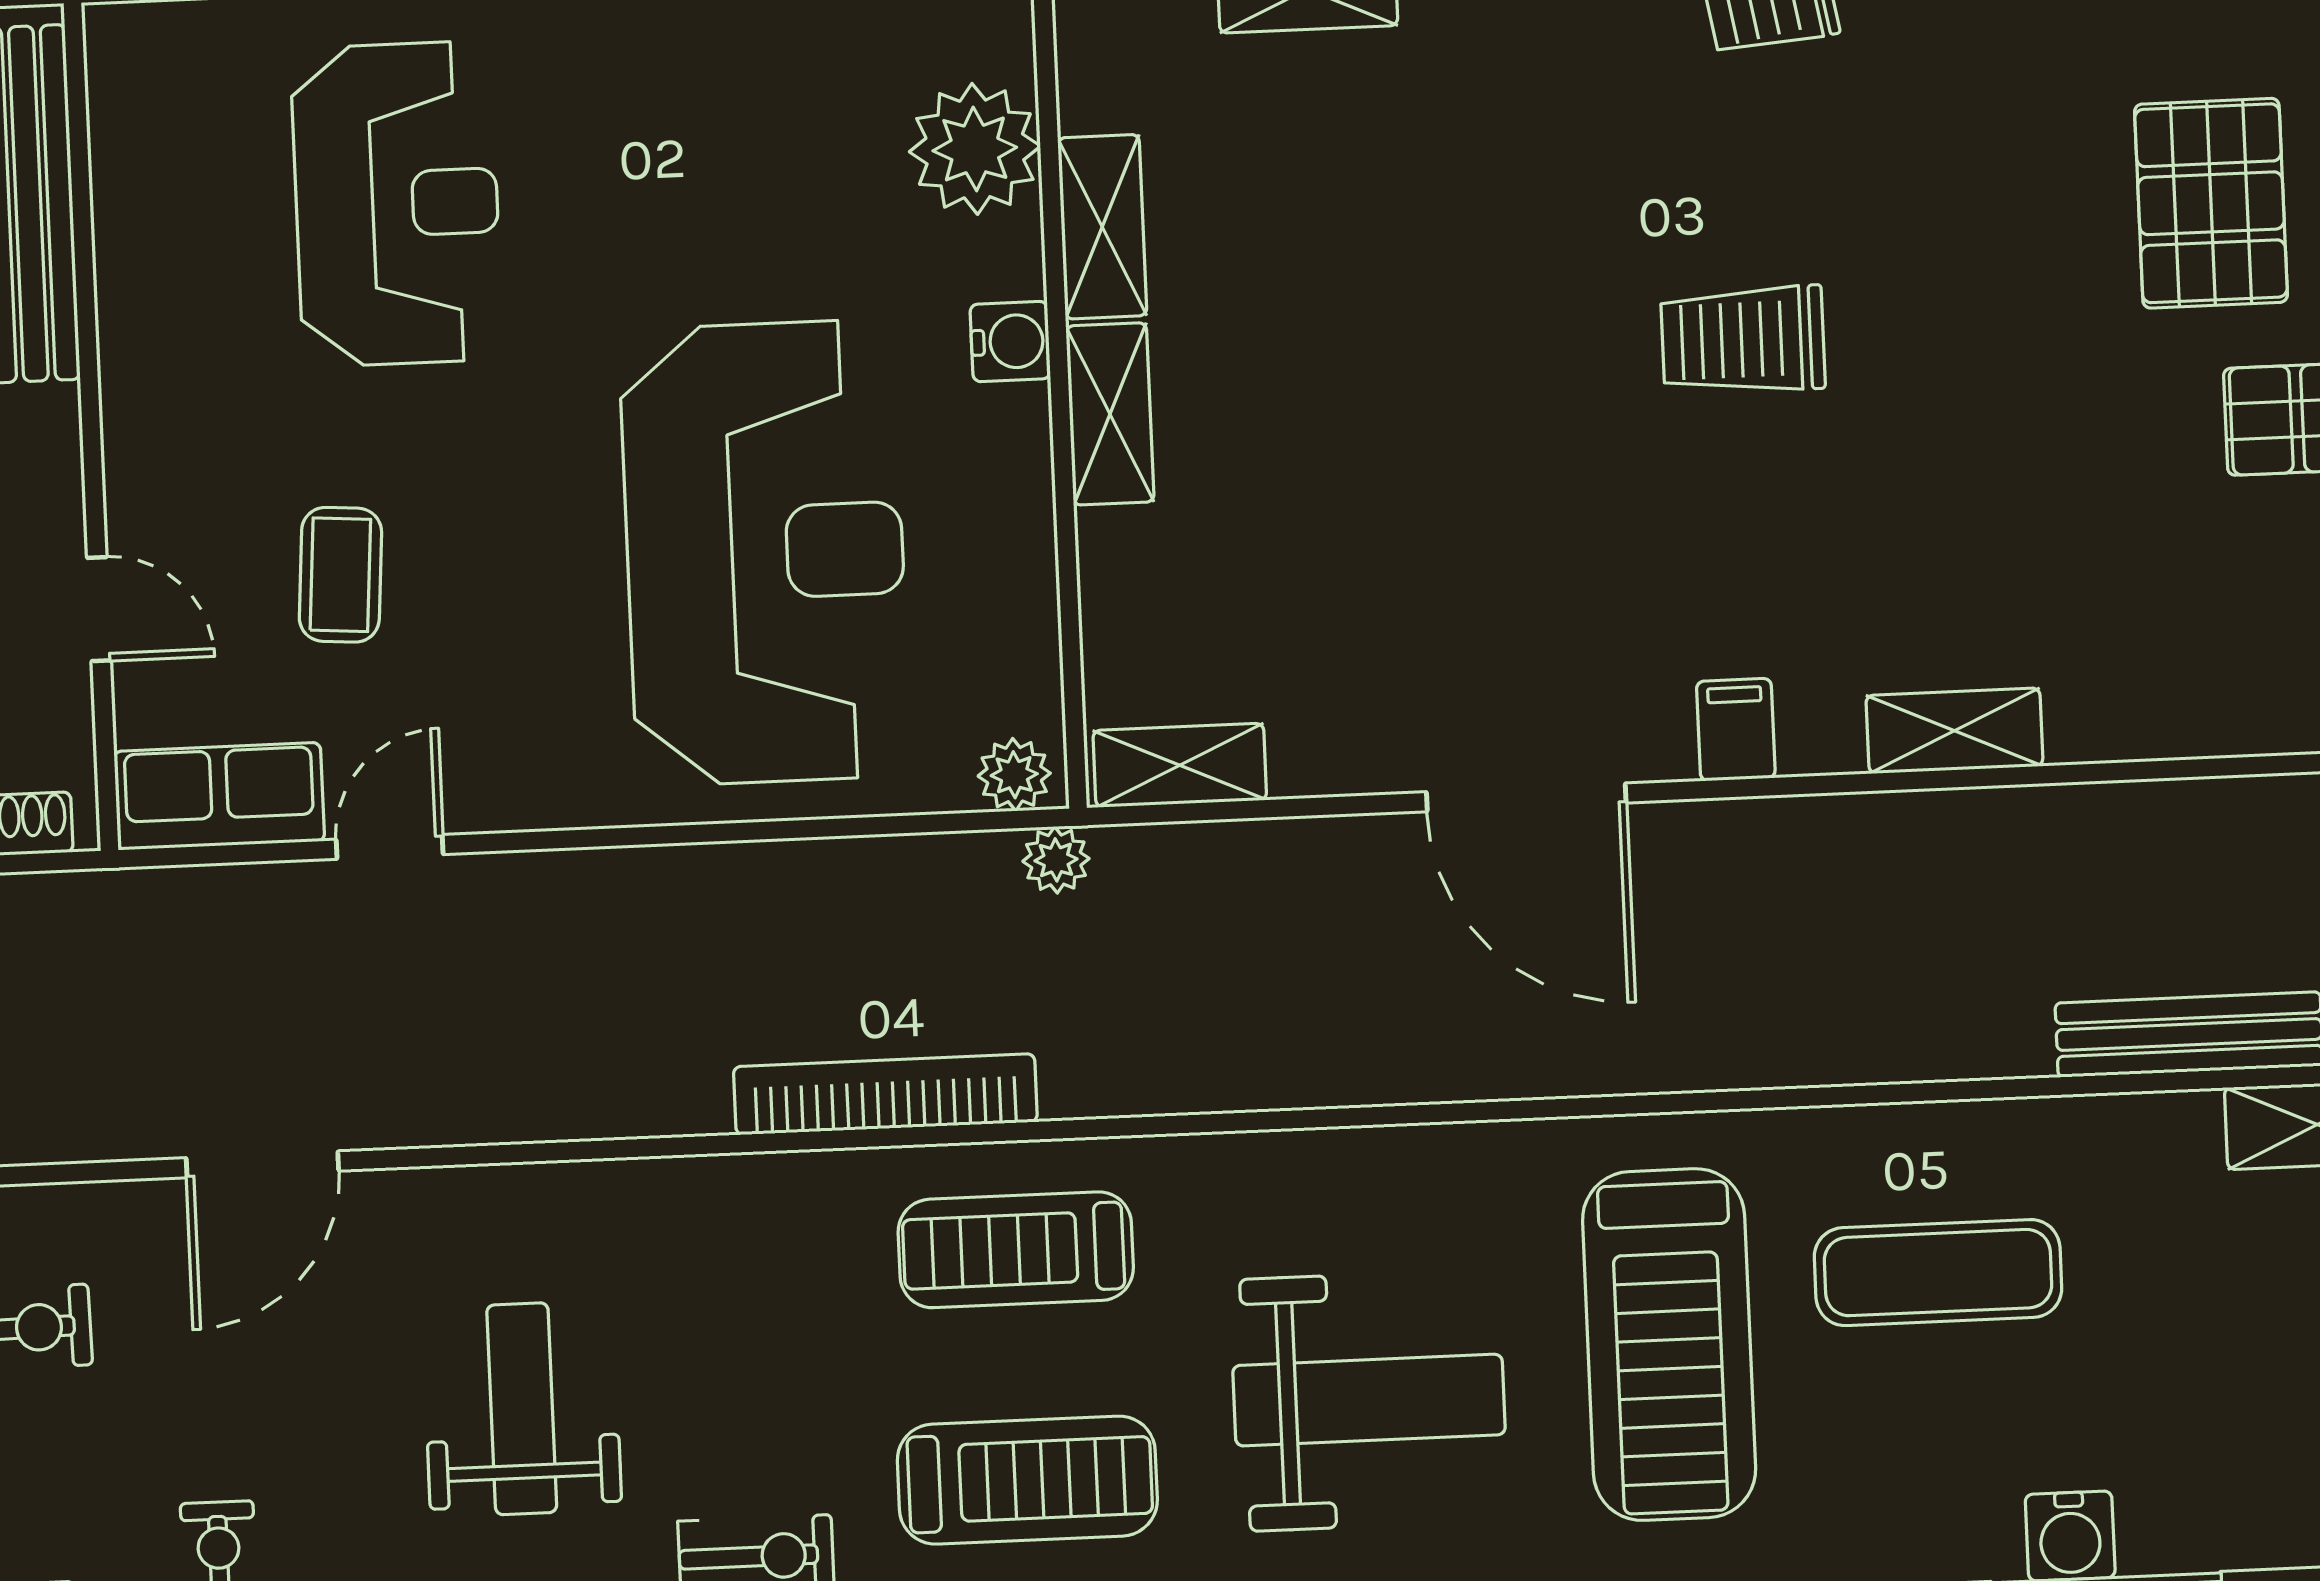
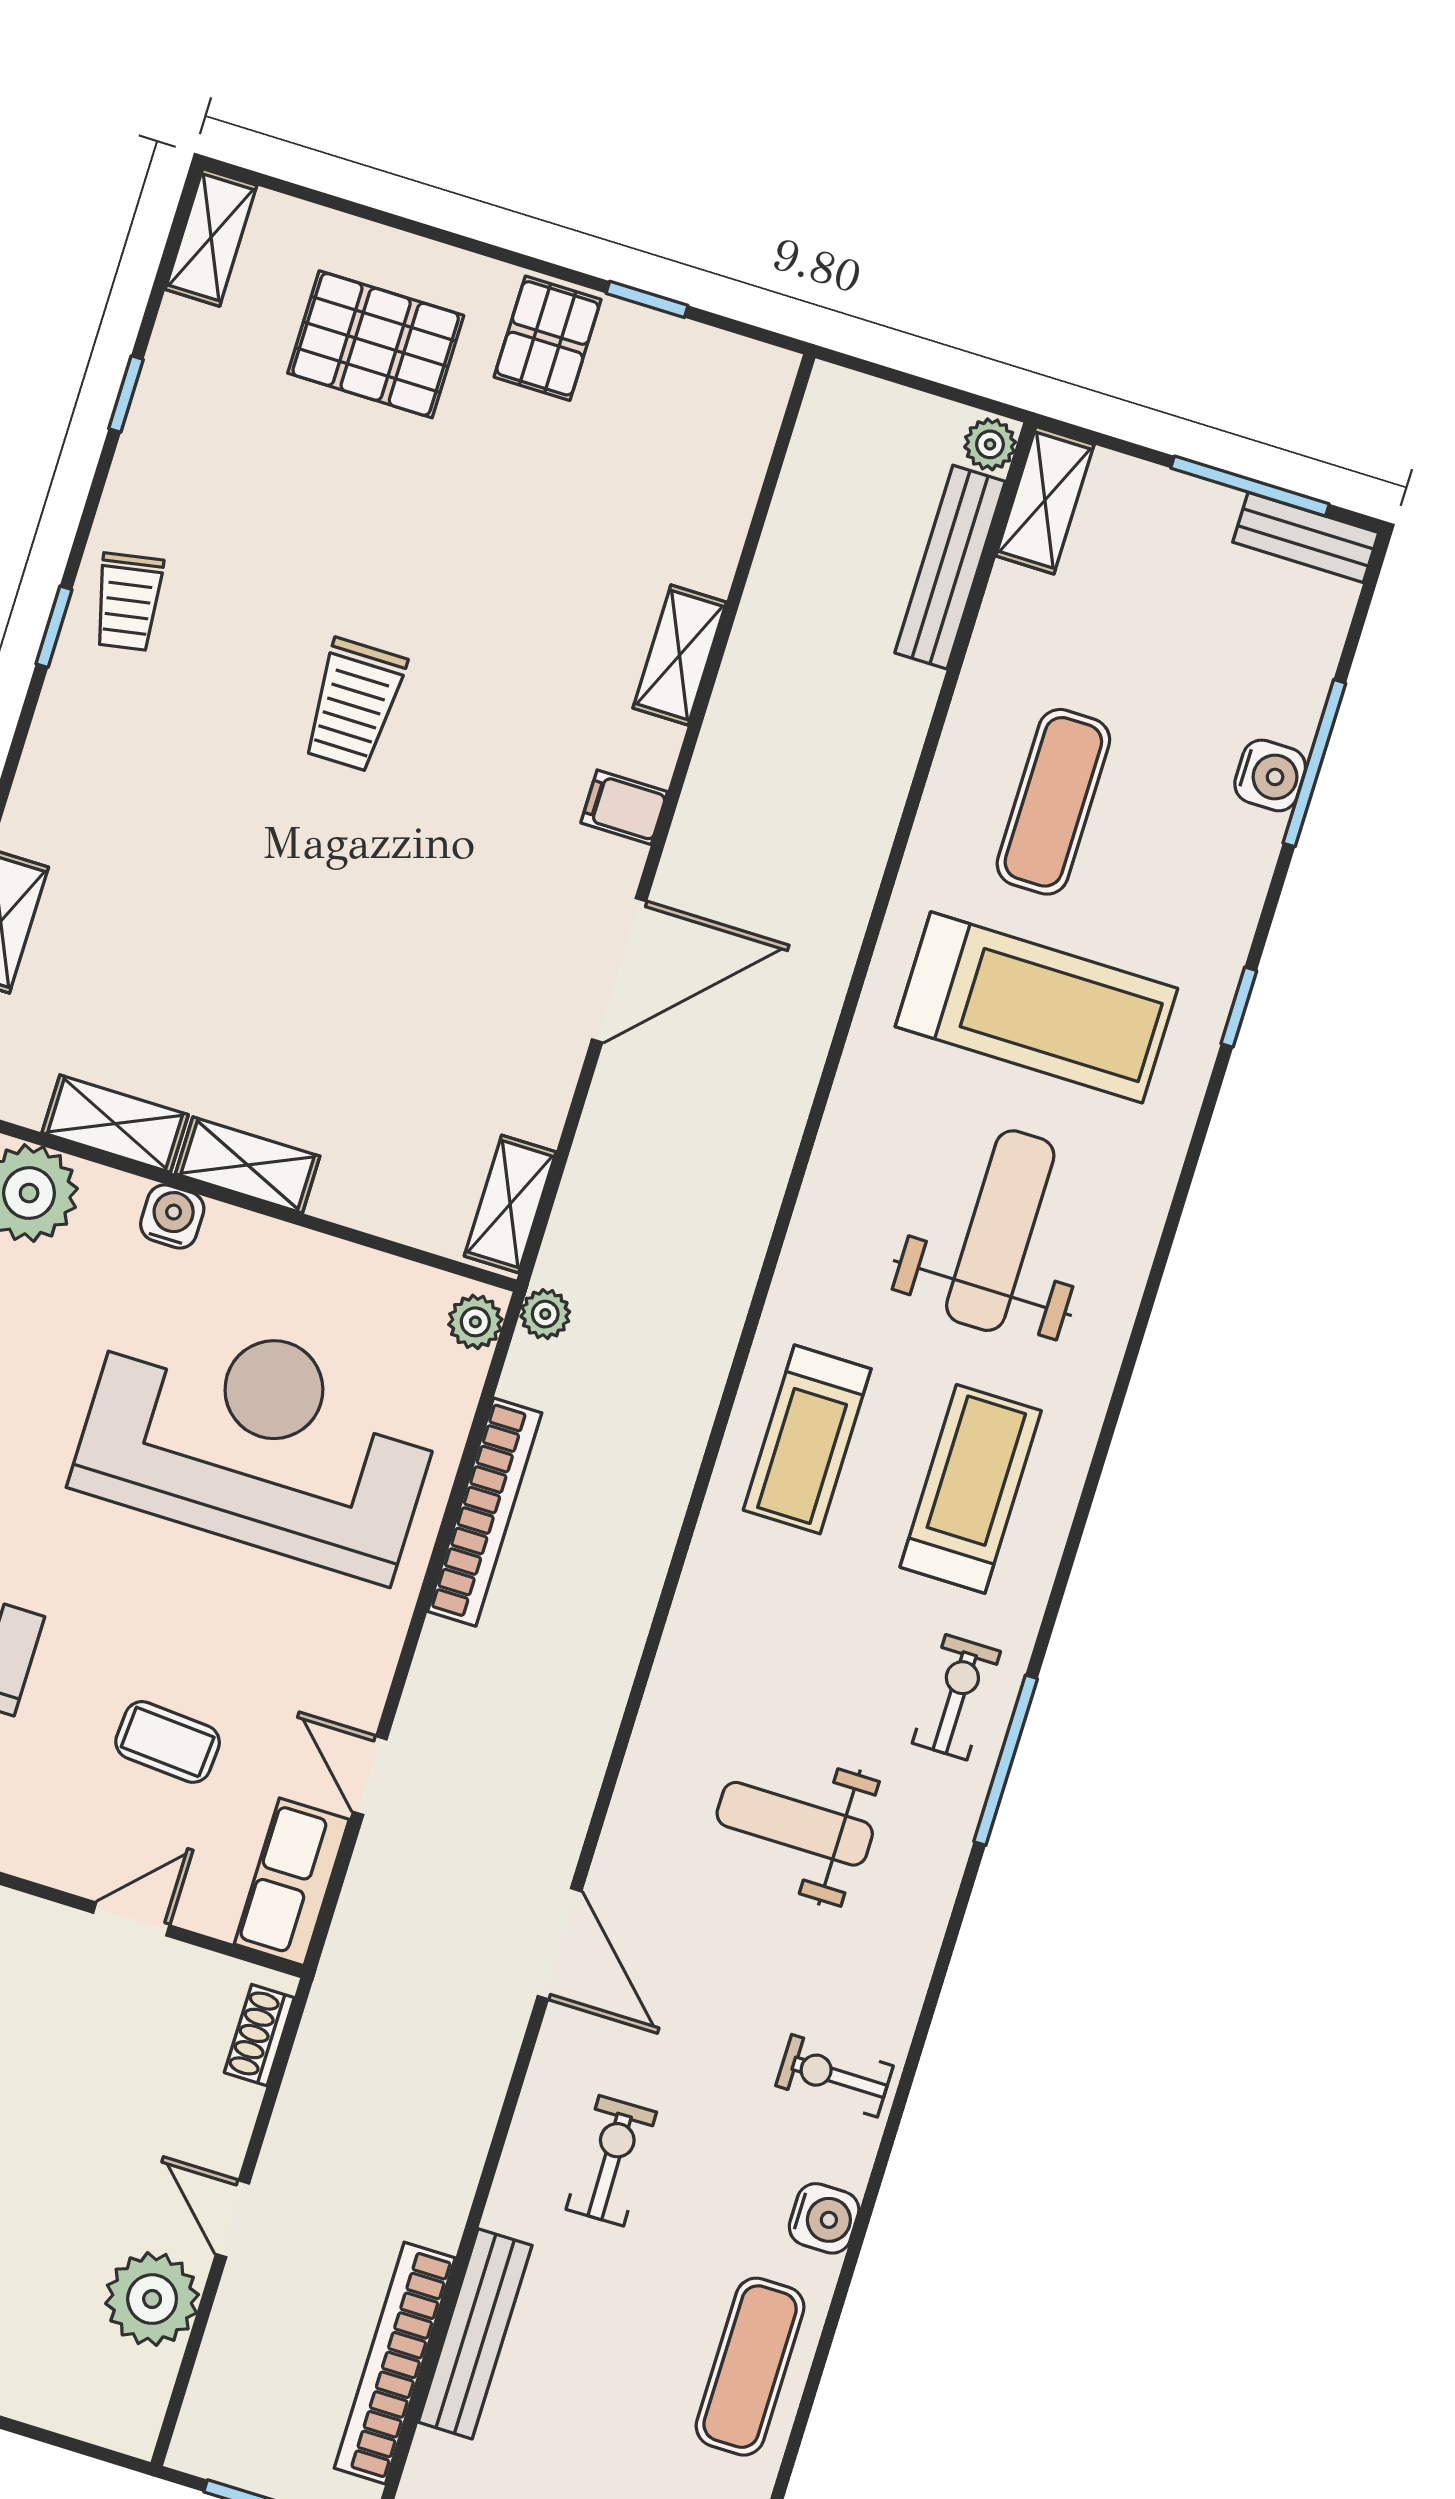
bookcase: (885, 1094) -> (485, 1512), moved, turned 180

